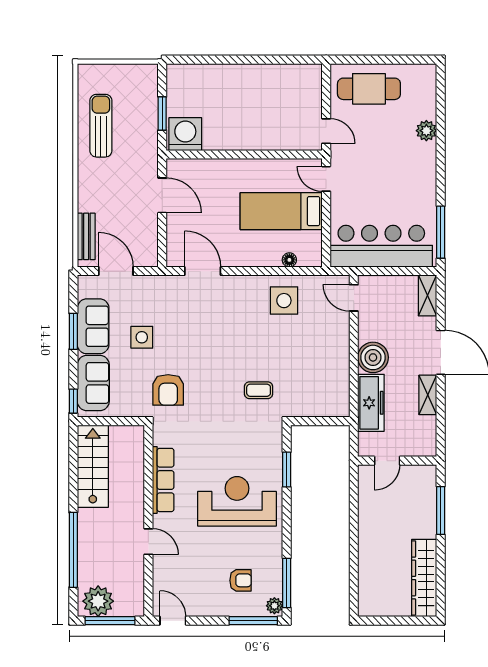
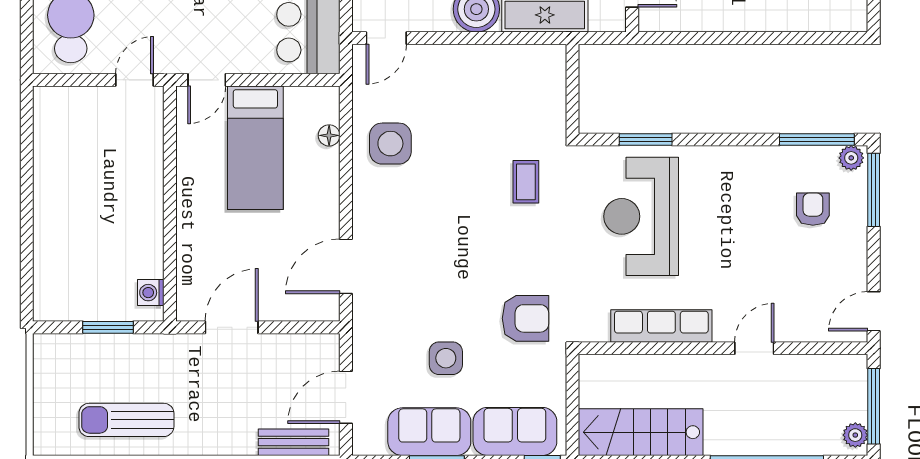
washing machine: (185, 134) -> (151, 293), width x0.53, depth x0.53
reception desk: (237, 501) -> (641, 216), moved
plant: (98, 601) -> (855, 435), width x0.53, depth x0.53

